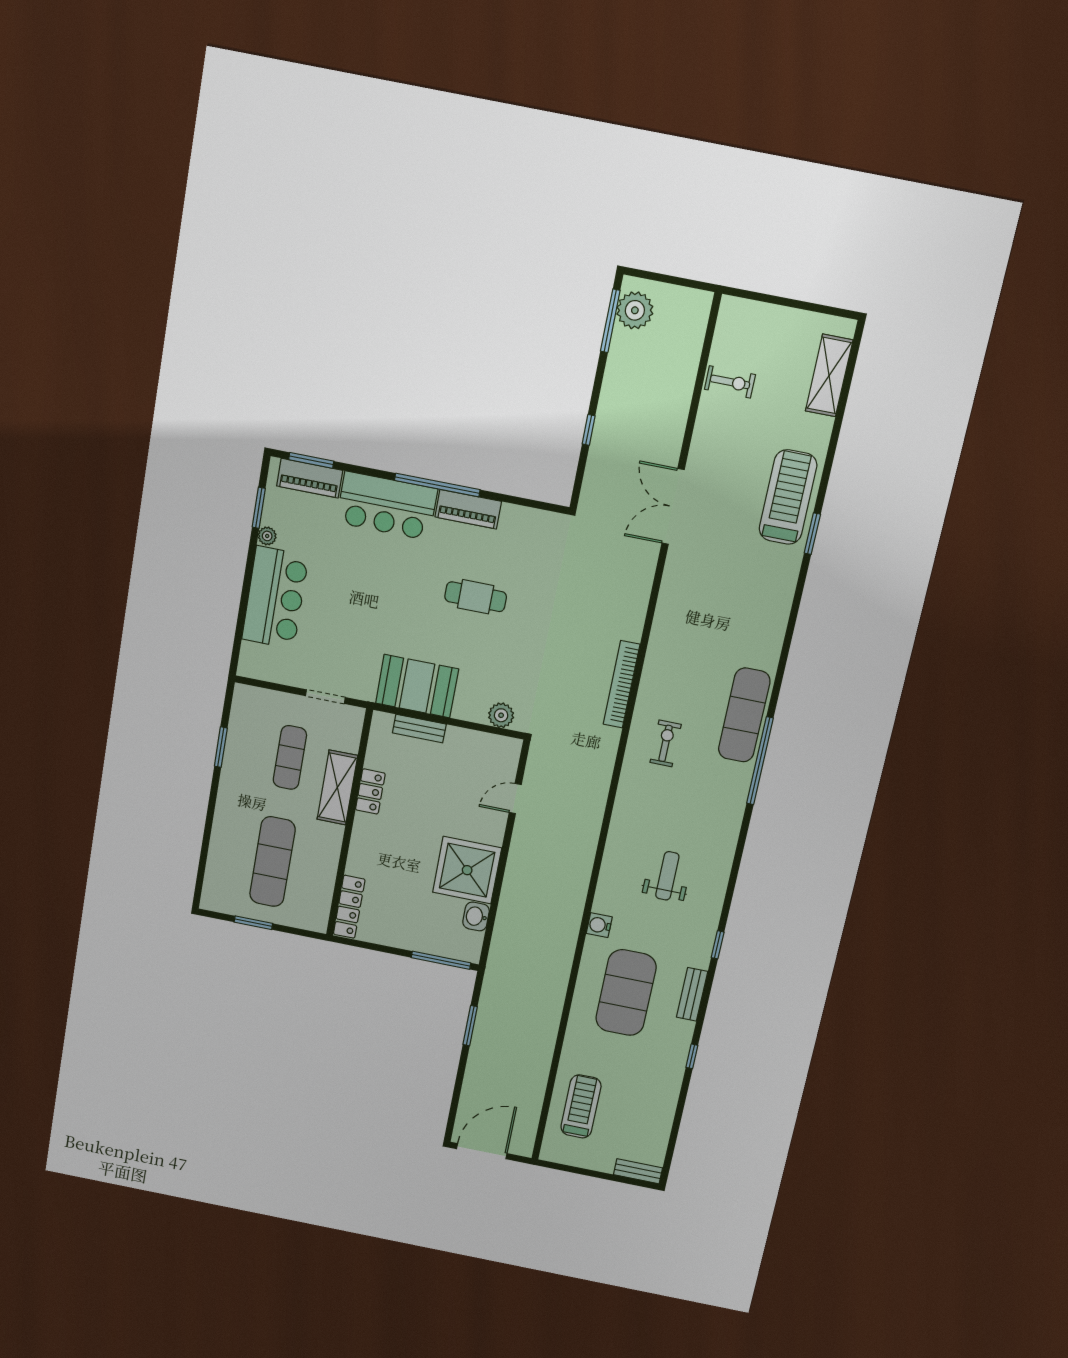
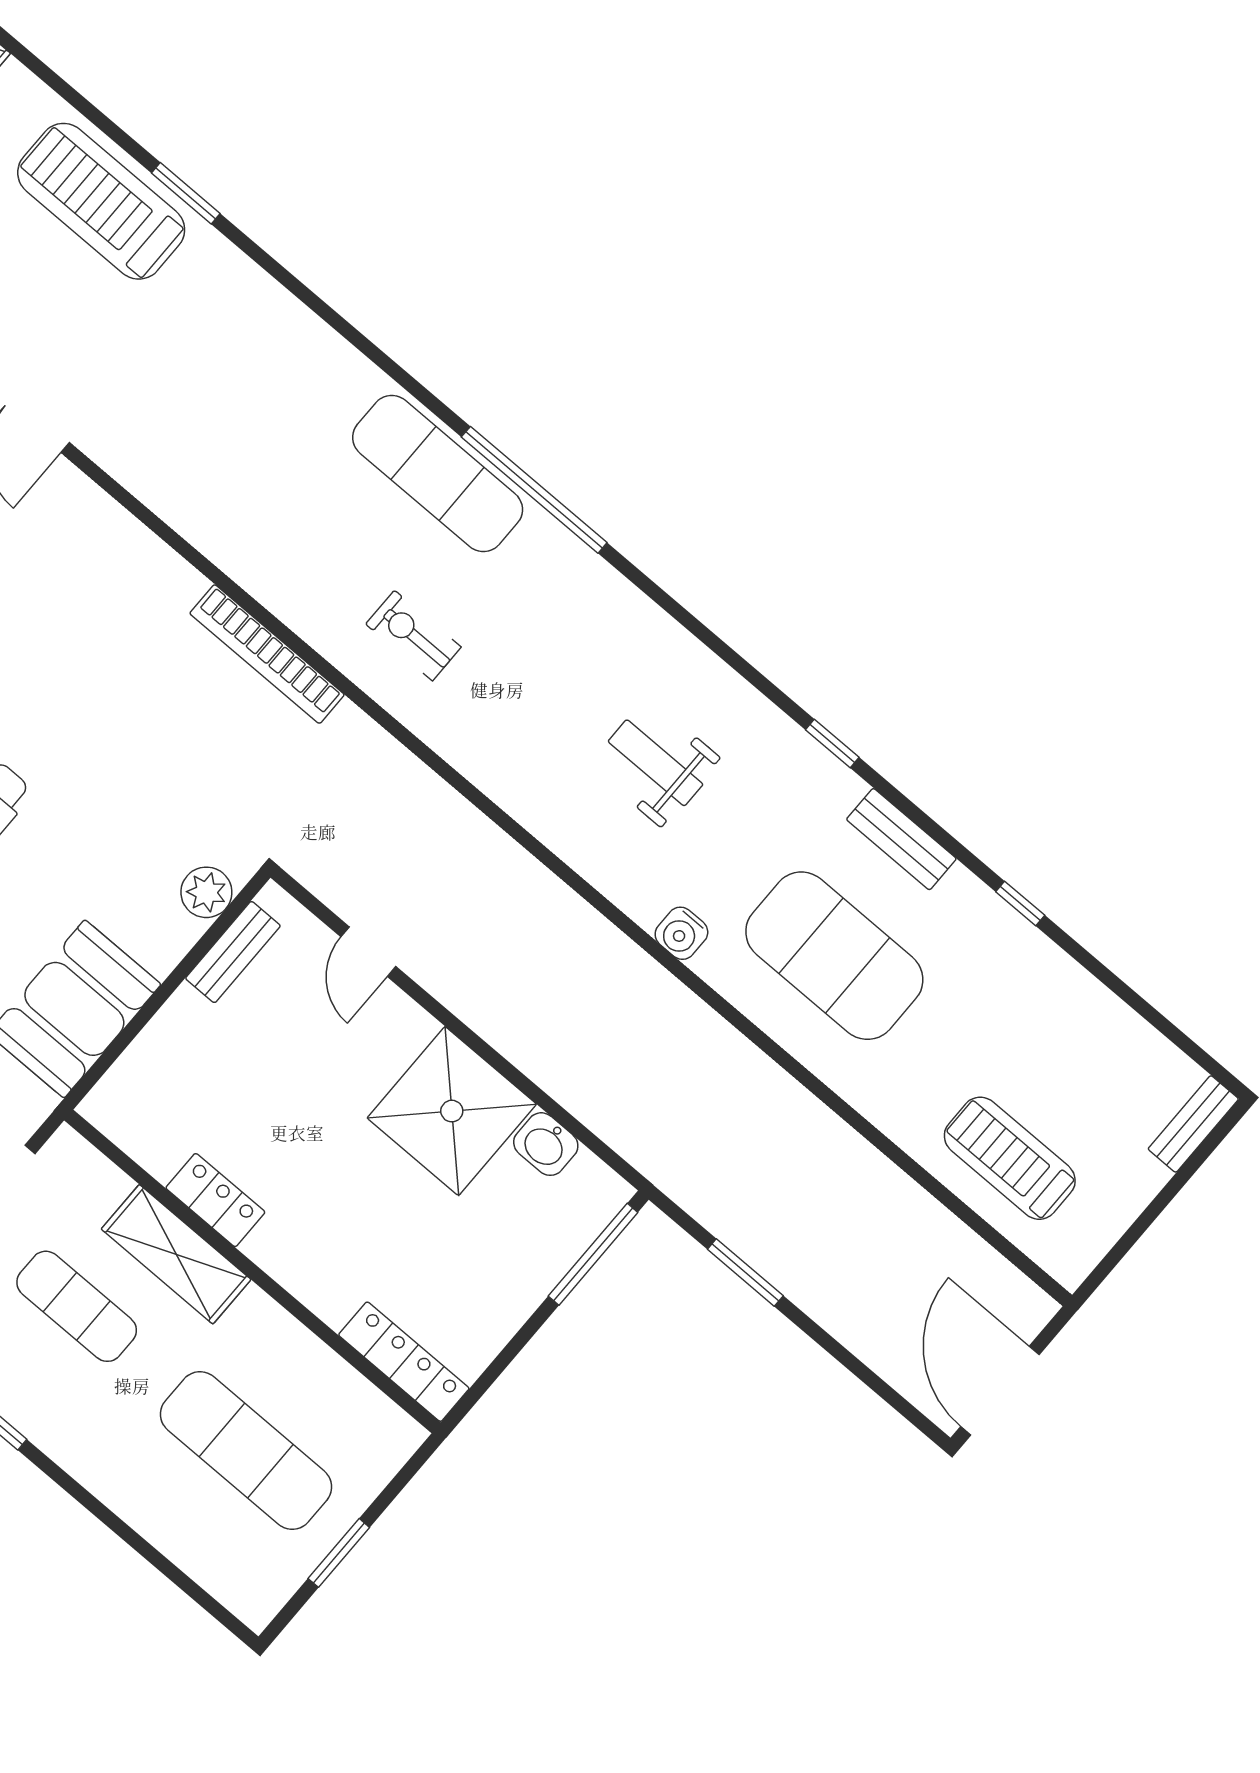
bench: (419, 729) -> (233, 952), moved

